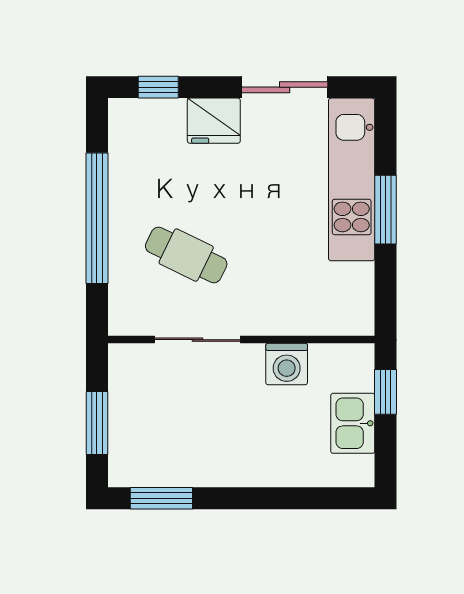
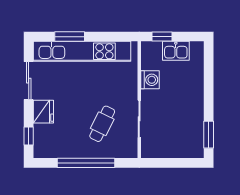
kitchen unit: (352, 179) -> (82, 51), width x1.36
window: (385, 210) -> (70, 37), moved
window: (97, 423) -> (176, 163), removed

